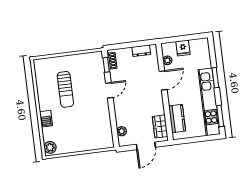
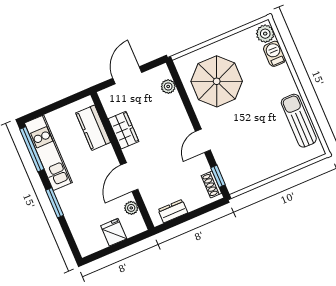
sun lounger: (65, 89) -> (299, 121), moved
kitchen unit: (209, 102) -> (48, 153), width x0.73
window: (220, 116) -> (32, 149), width x1.44
barbecue: (46, 119) -> (274, 54), moved
parasol: (90, 126) -> (217, 81), added
wardrobe: (160, 126) -> (123, 130), moved

